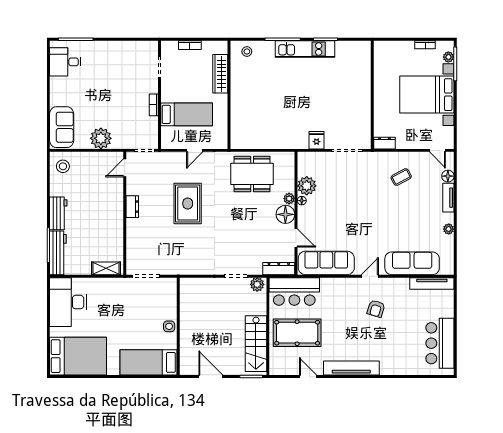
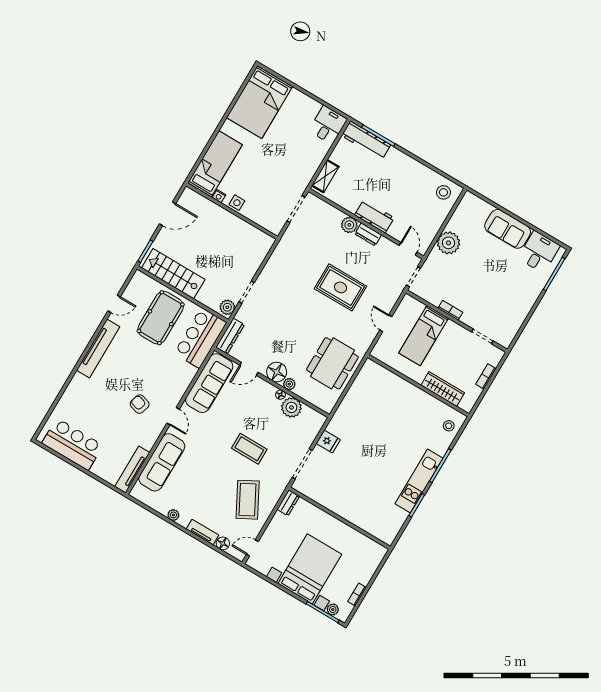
sofa: (62, 127) -> (508, 229), moved
coffee table: (401, 177) -> (248, 500), width x1.86, depth x1.72
coffee table: (360, 200) -> (249, 449), added
workbench: (58, 213) -> (374, 216), moved, turned 180
plant: (134, 226) -> (349, 225), added
desk: (68, 302) -> (328, 125), width x0.53, depth x0.77
nightstand: (172, 344) -> (219, 196), added

